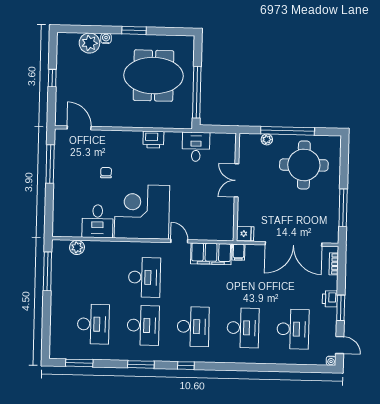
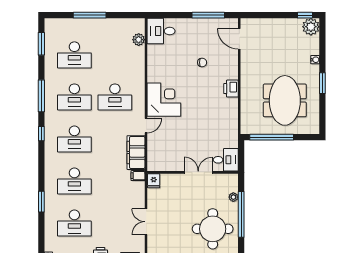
plant: (89, 43) -> (311, 27), moved
window: (52, 78) -> (305, 15), moved
door: (79, 128) -> (239, 39), swing flipped
printer: (153, 140) -> (231, 89), moved
desk: (196, 147) -> (226, 160), moved
corner desk: (142, 212) -> (164, 100), width x0.74, depth x0.74
desk: (97, 221) -> (161, 31), moved
double door: (293, 244) -> (146, 222), width x0.54
window: (47, 271) -> (90, 15), moved
window: (141, 364) -> (41, 96), width x1.44
window: (267, 368) -> (41, 202), added

